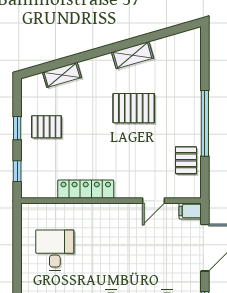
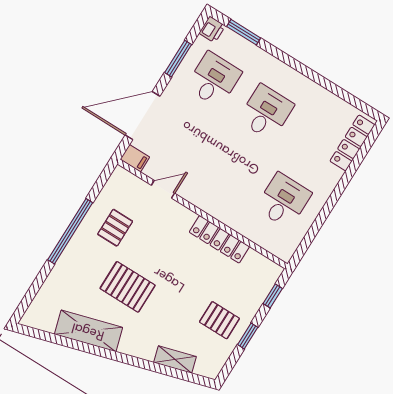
shelving: (133, 55) -> (88, 331), width x1.50, depth x1.33
pallet: (186, 160) -> (115, 228), moved
desk: (55, 250) -> (284, 201), turned 180

